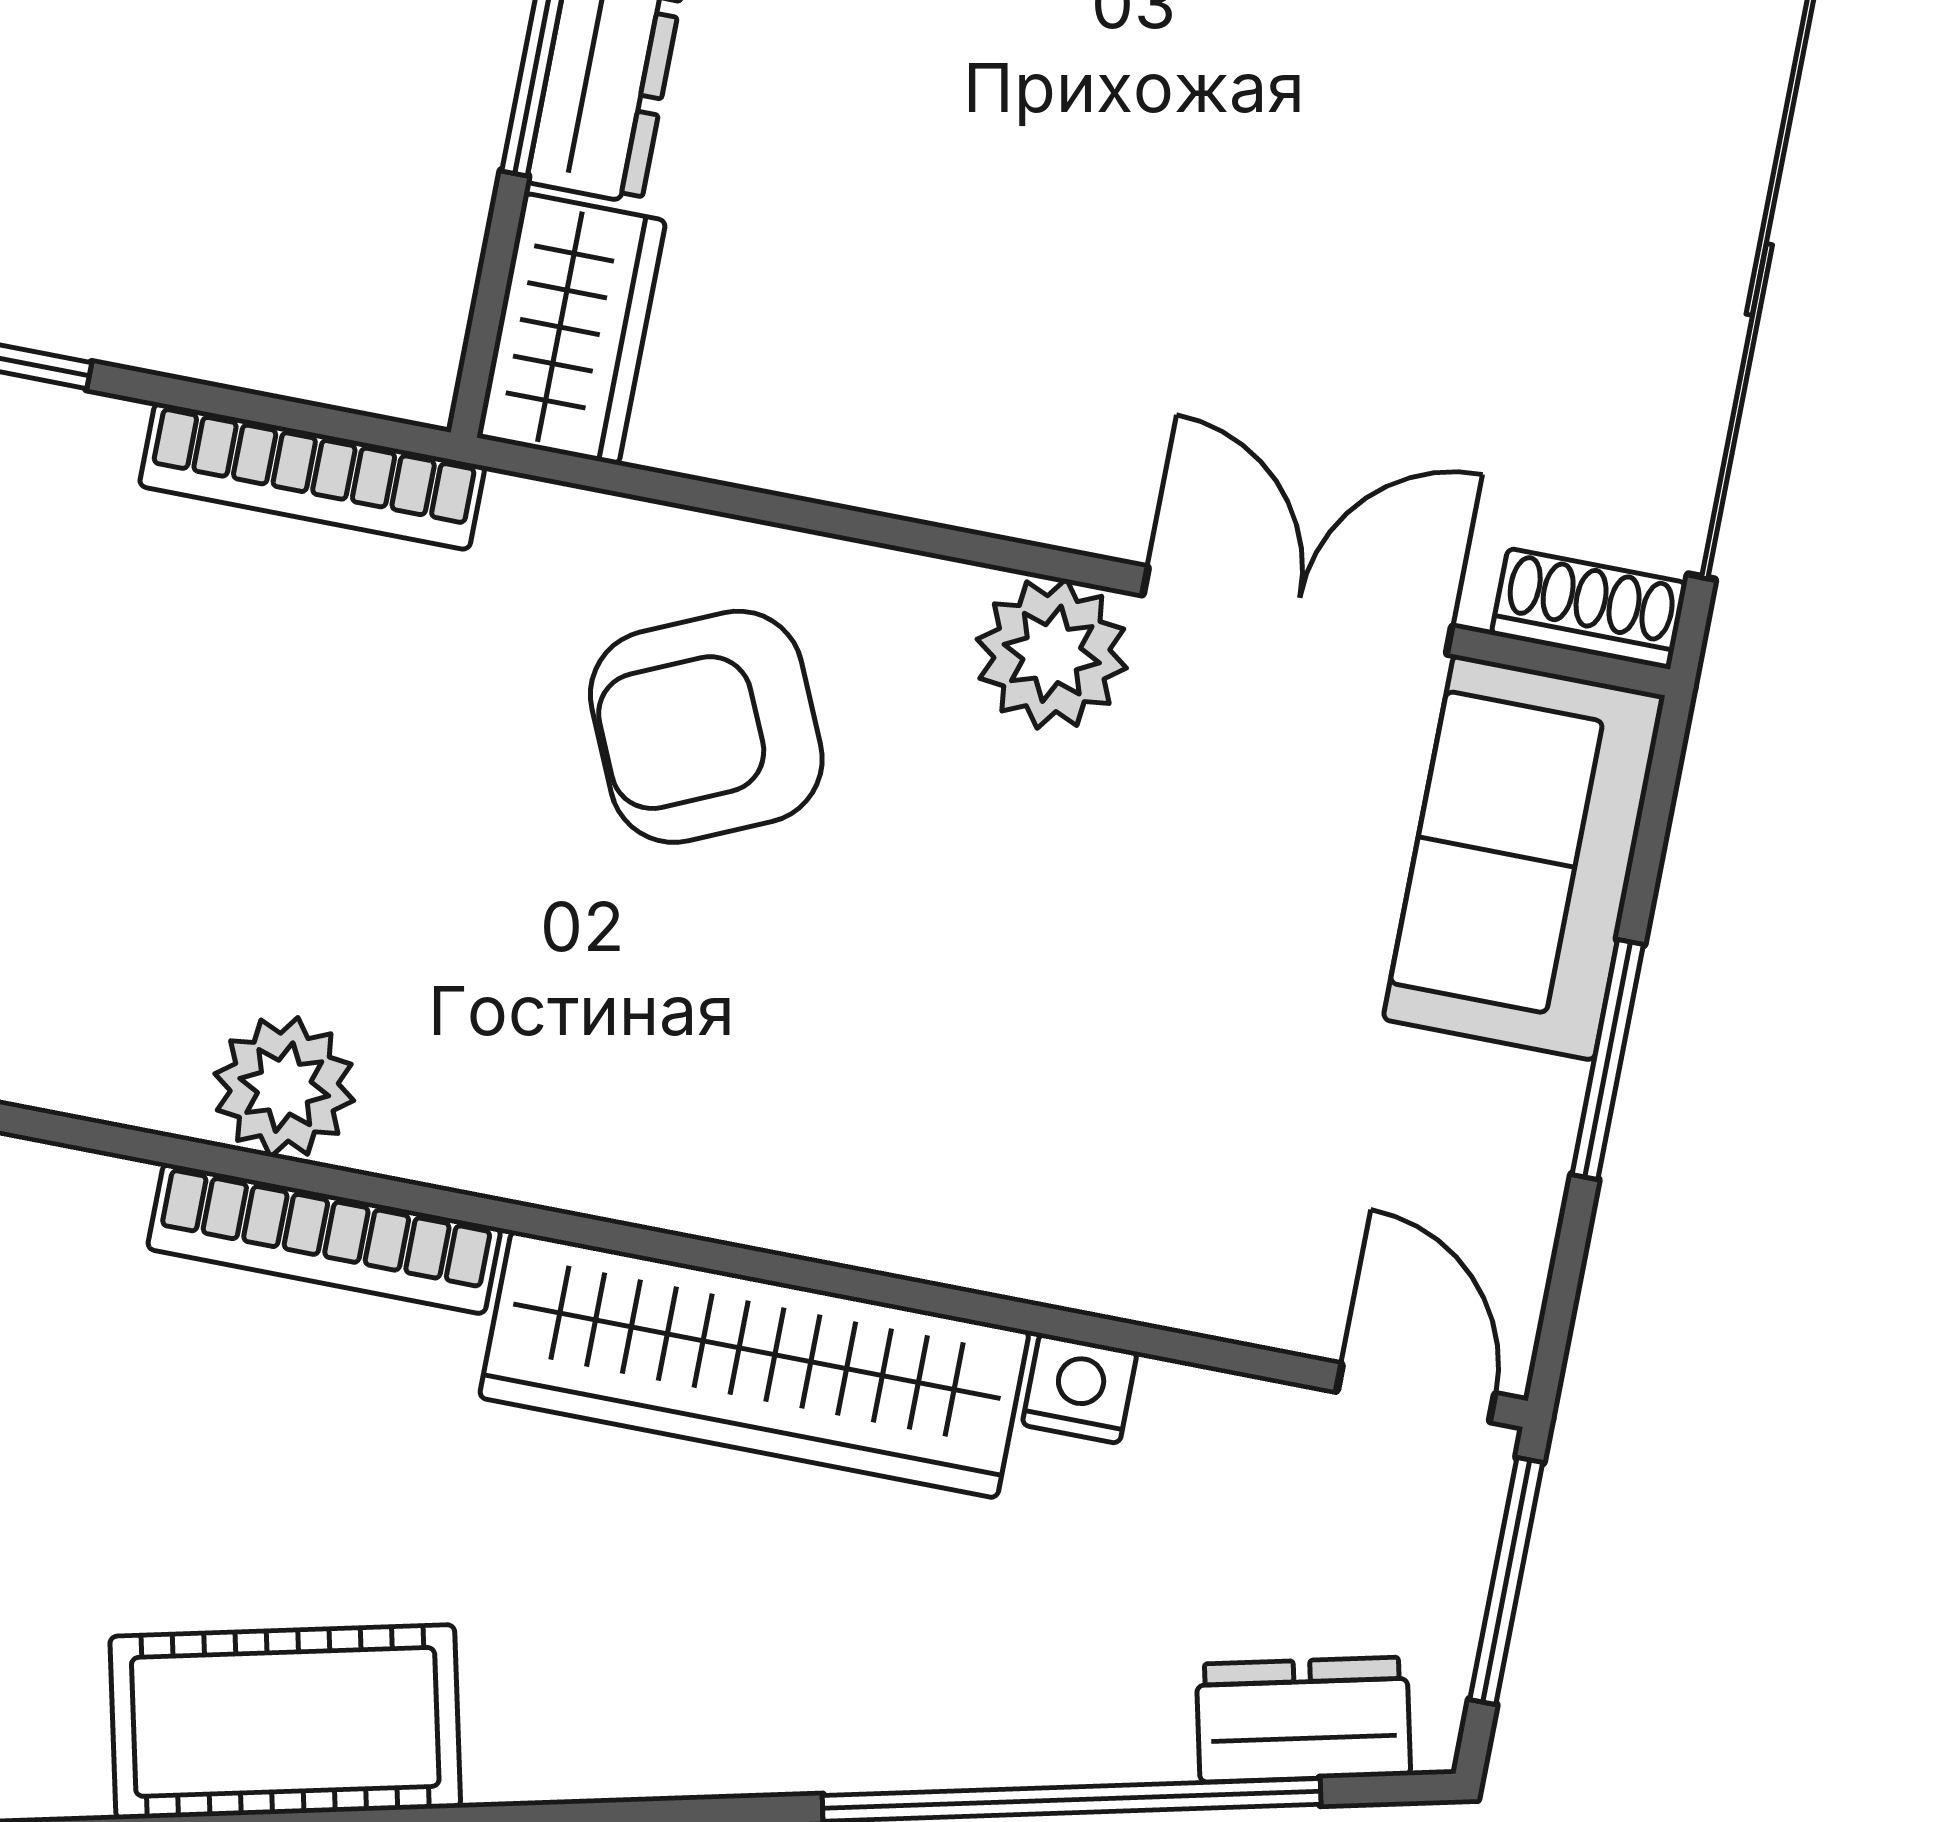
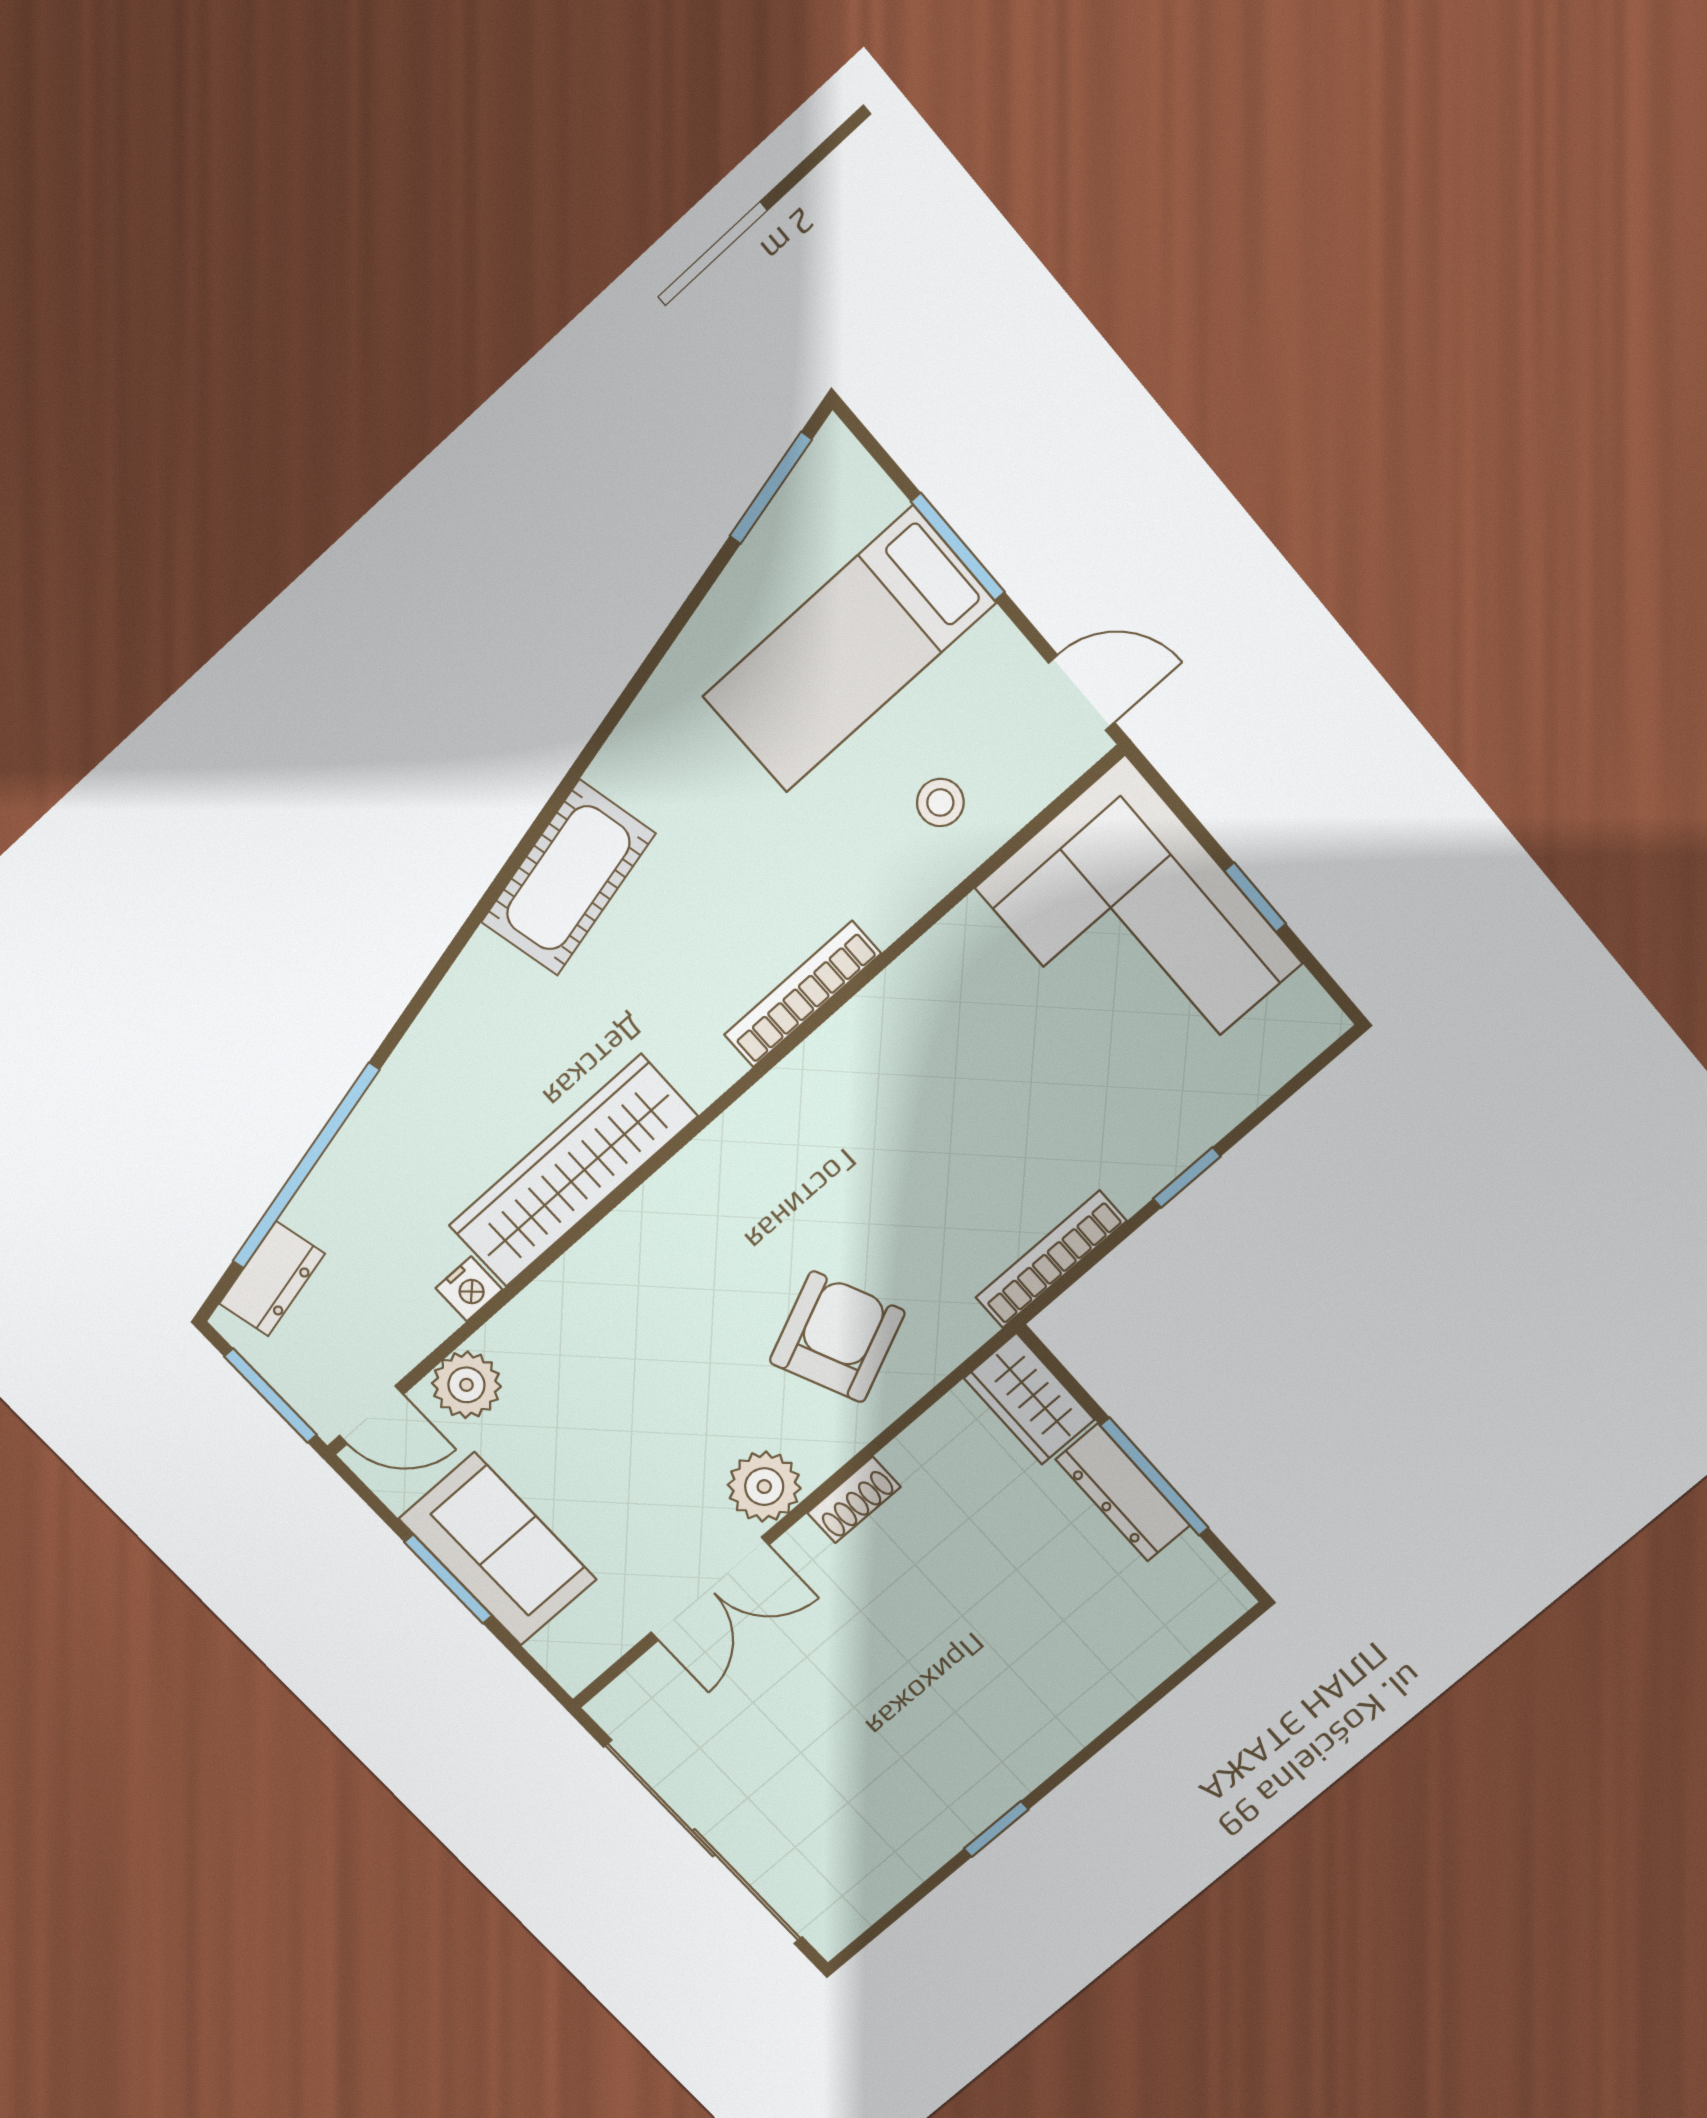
shoe rack: (1589, 609) -> (854, 1500), moved
sofa: (1524, 858) -> (498, 1549), moved
plant: (284, 1087) -> (466, 1385), moved
bookcase: (324, 1239) -> (803, 994), moved

